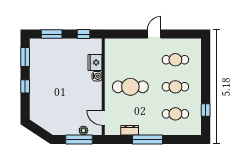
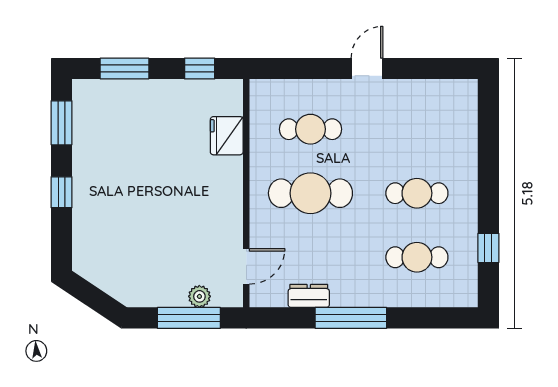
cafe table: (175, 60) -> (310, 129), moved
water cooler: (97, 76) -> (232, 168), removed
door: (103, 118) -> (246, 266), swing flipped

